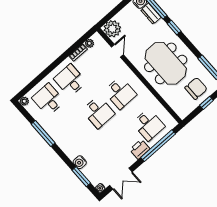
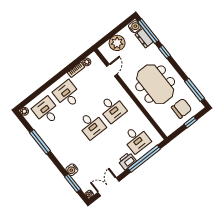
plant: (112, 29) -> (117, 43), moved
double door: (121, 179) -> (108, 187), swing flipped

